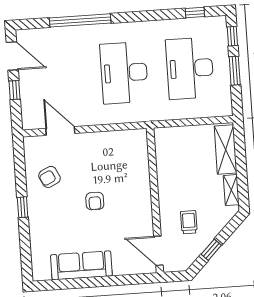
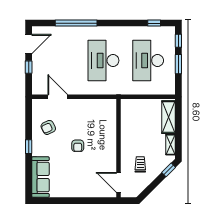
door: (12, 56) -> (29, 44), hinge flipped
window: (211, 250) -> (169, 170), moved
sofa: (81, 265) -> (40, 177), moved, turned 90

